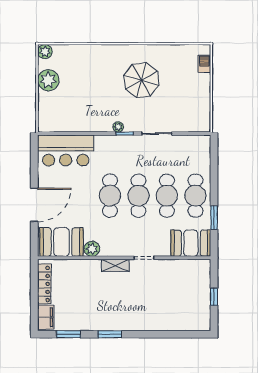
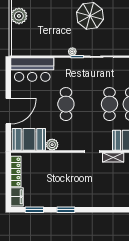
cafe table: (138, 196) -> (88, 104), removed
shelving: (115, 265) -> (113, 157), moved

